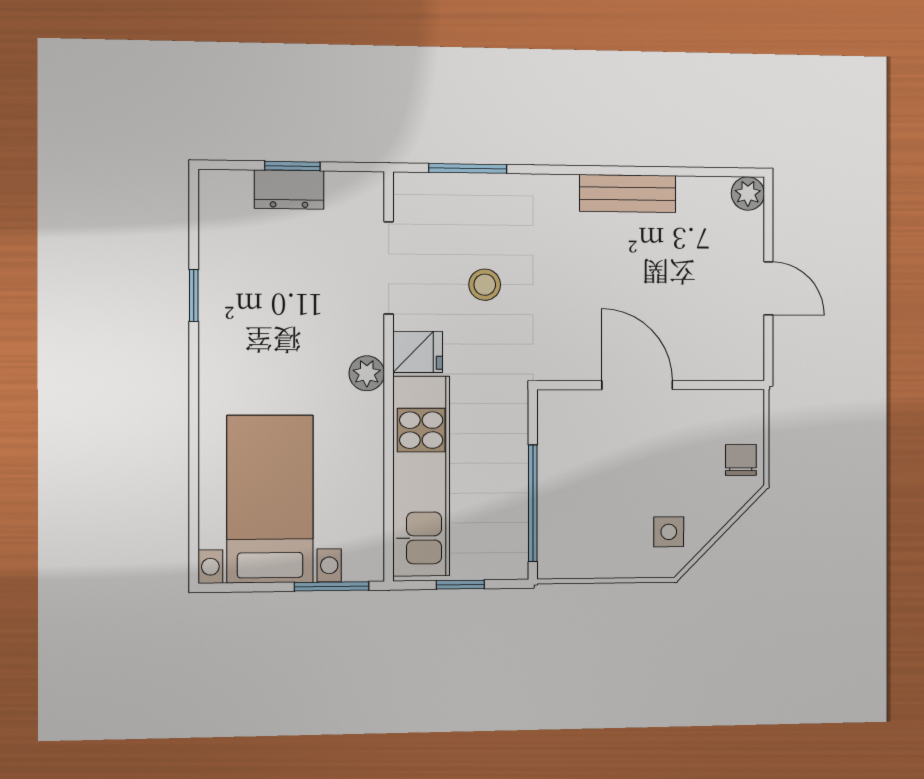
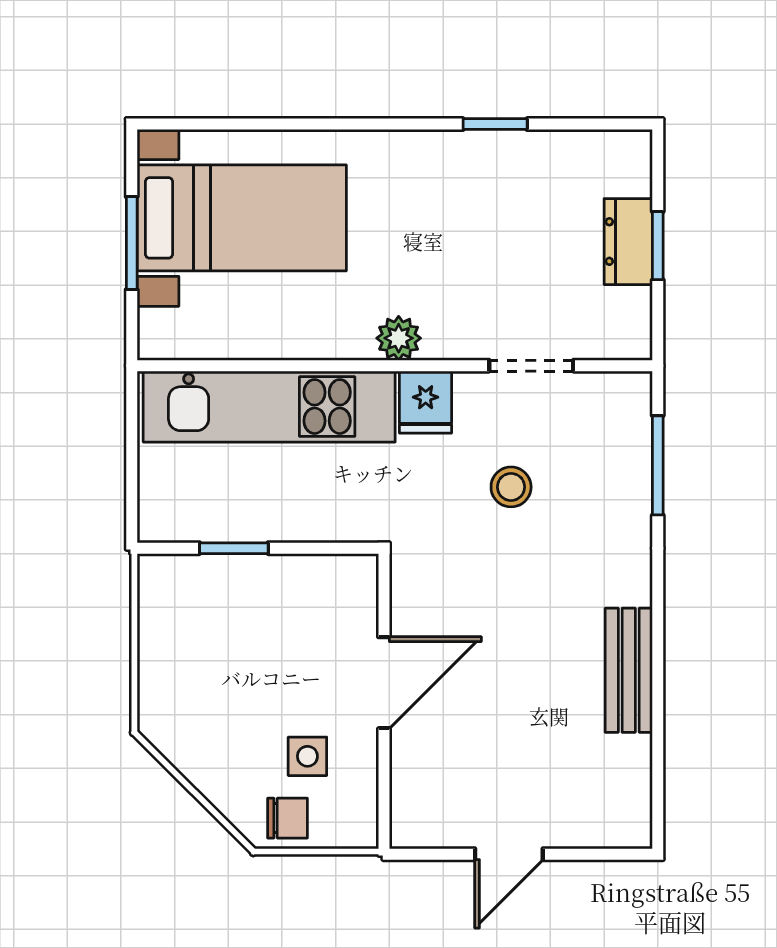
plant: (748, 194) -> (631, 827), removed
doorway: (389, 268) -> (531, 366), width x0.73
window: (533, 503) -> (234, 548), width x0.46
side table: (669, 532) -> (307, 756), moved
window: (460, 585) -> (132, 456), removed
window: (332, 586) -> (132, 243), moved

